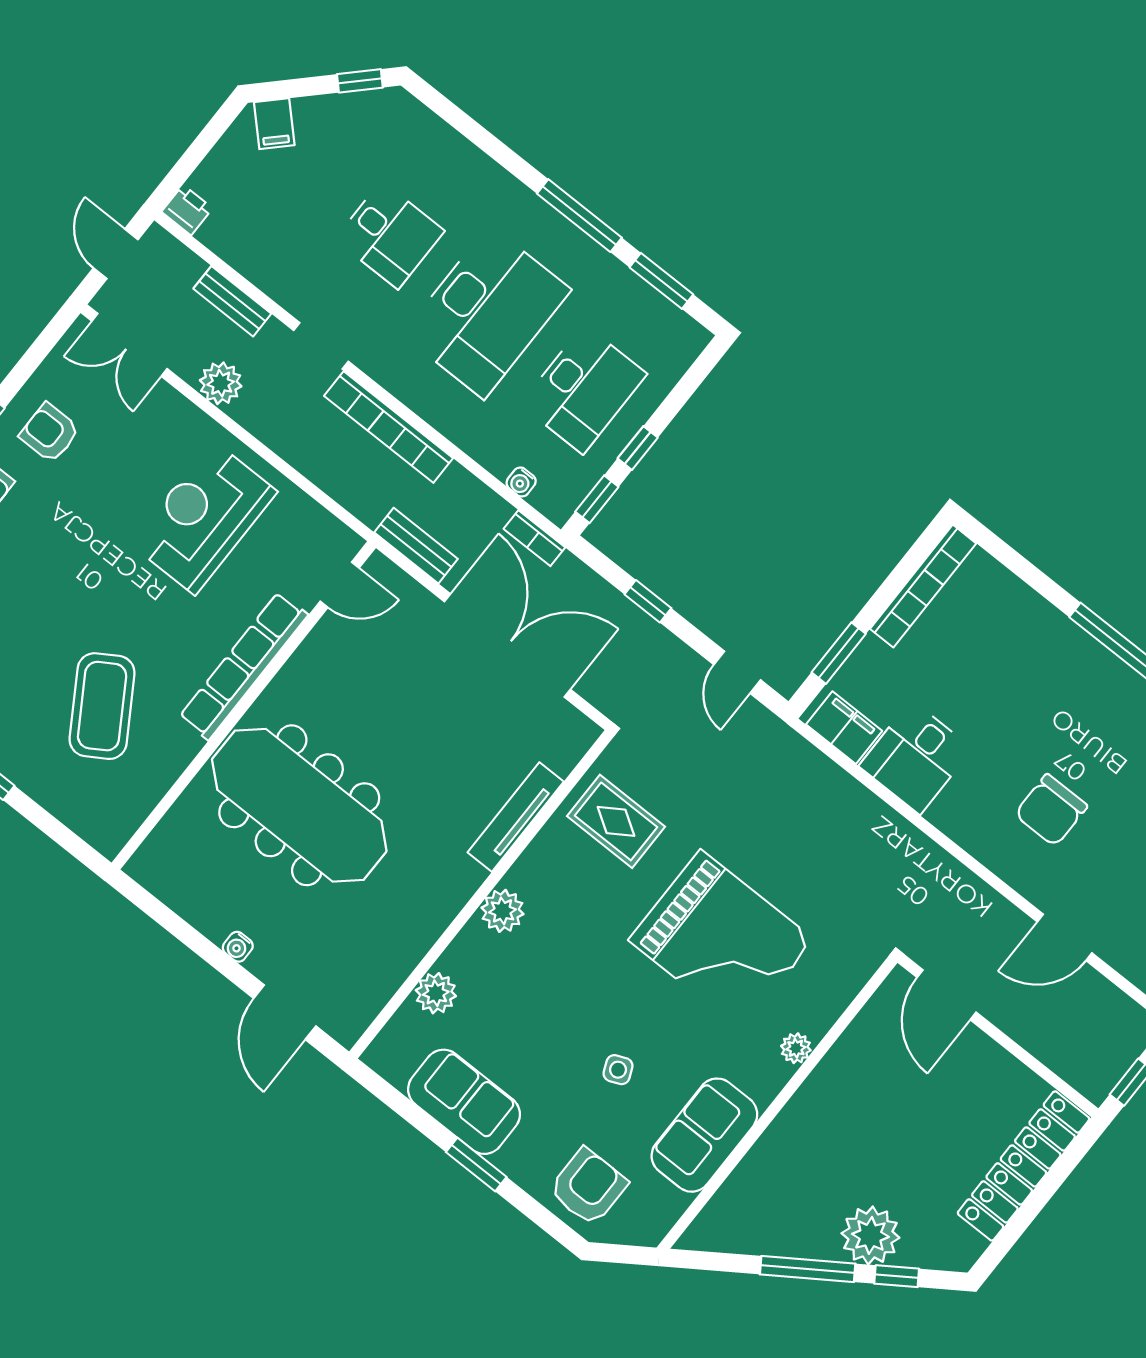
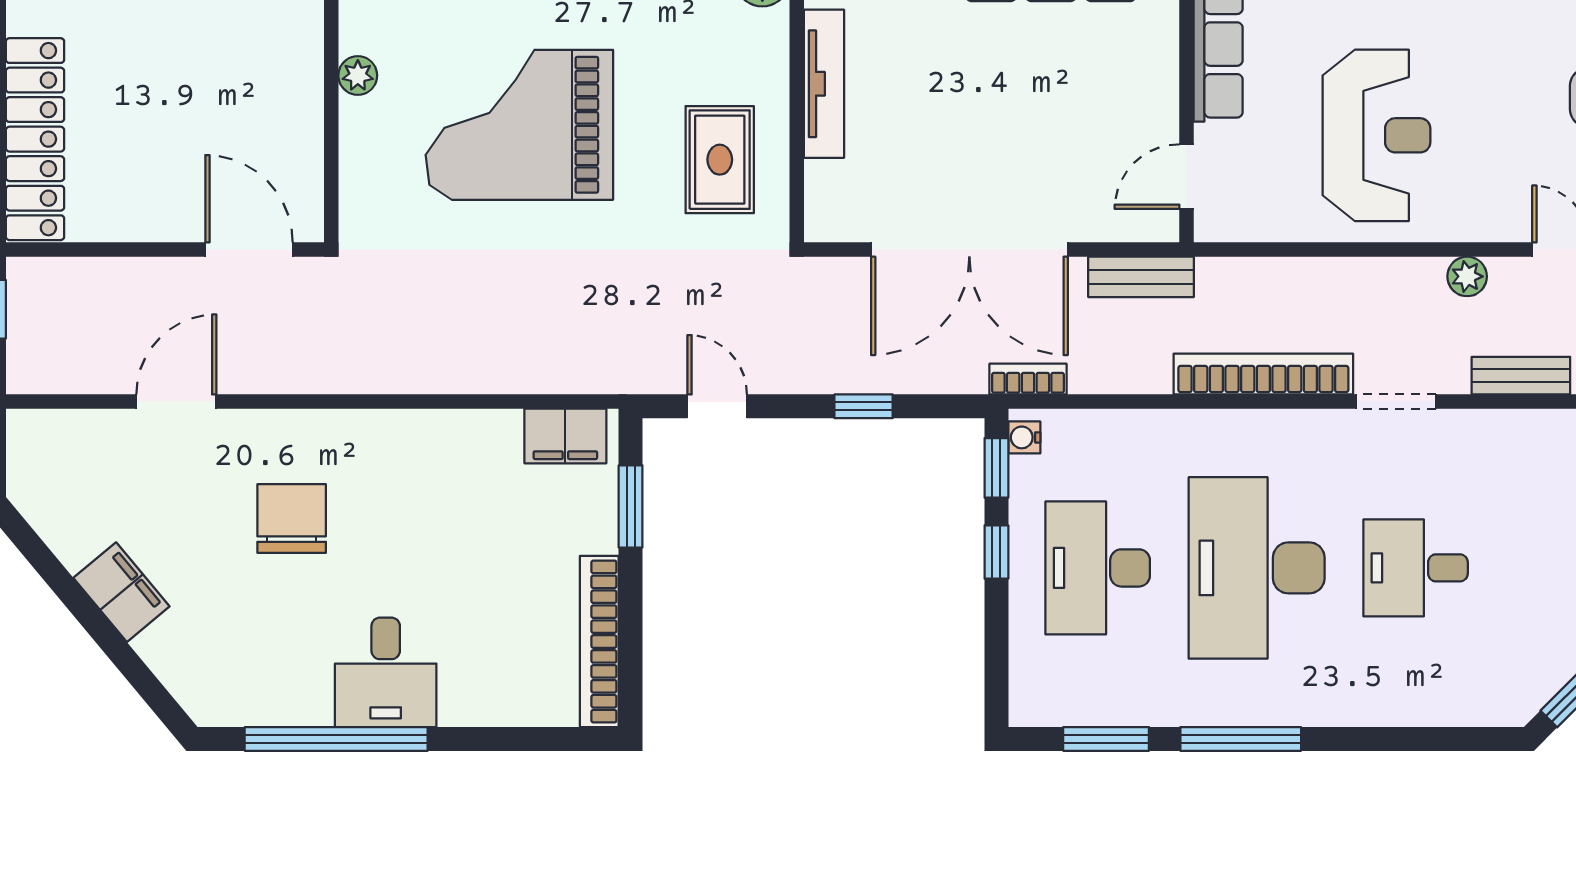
plant: (221, 383) -> (1467, 276), width x0.73, depth x0.73
water cooler: (521, 482) -> (1024, 437), moved, turned -90
desk: (916, 757) -> (386, 672), moved, turned 180
rug: (616, 821) -> (720, 160), turned 90

